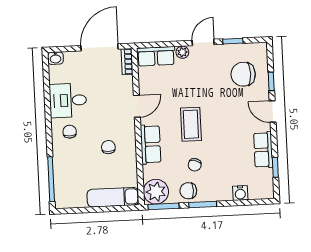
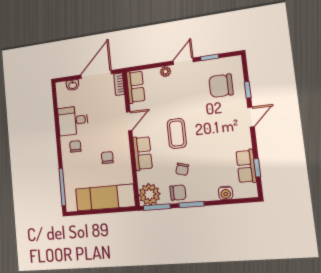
row of seats: (156, 56) -> (136, 87), moved, turned -90
washbasin: (55, 58) -> (73, 85), moved
door: (273, 112) -> (251, 117), swing flipped
row of seats: (263, 150) -> (246, 166), moved
chair: (188, 191) -> (178, 193), turned 180
exam couch: (113, 197) -> (105, 198), width x1.36, depth x1.45

